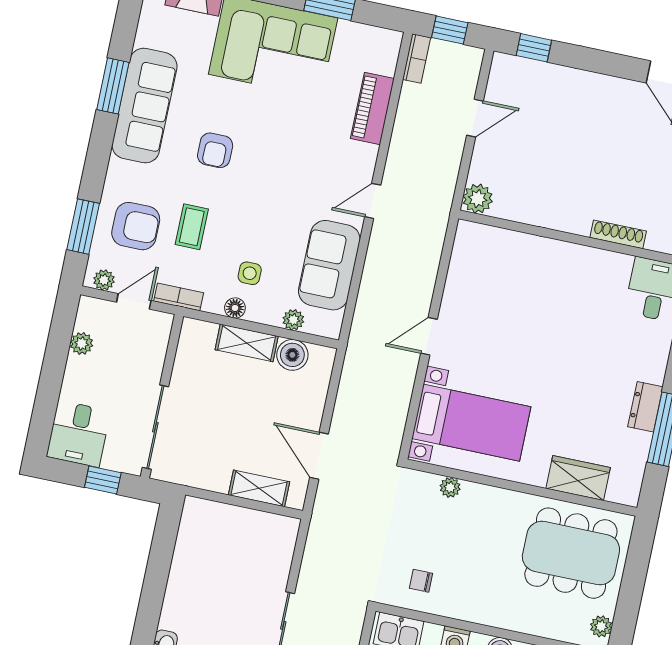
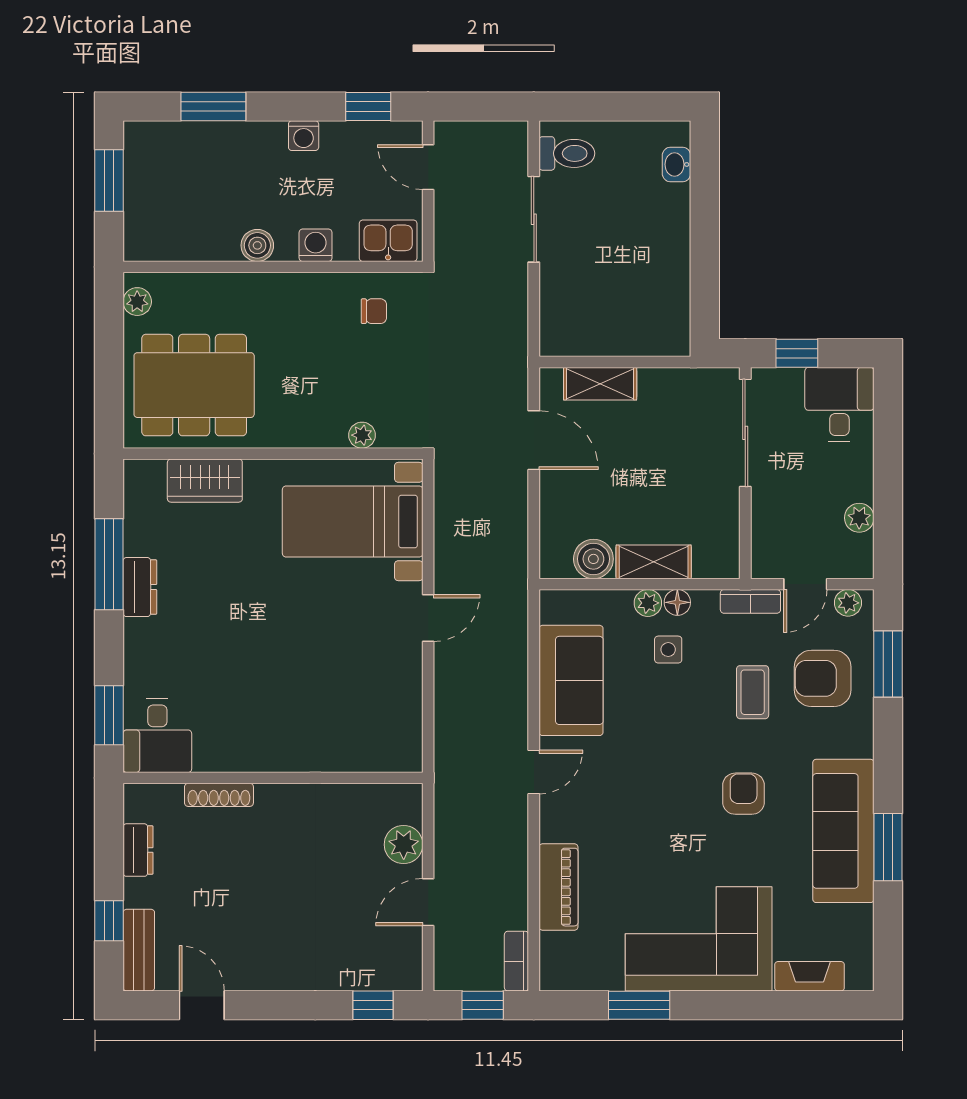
plant: (478, 199) -> (404, 845), moved
plant: (293, 320) -> (648, 603), moved

